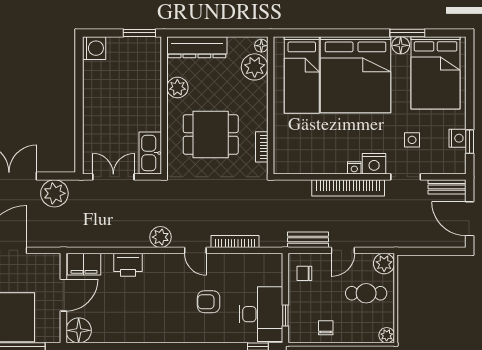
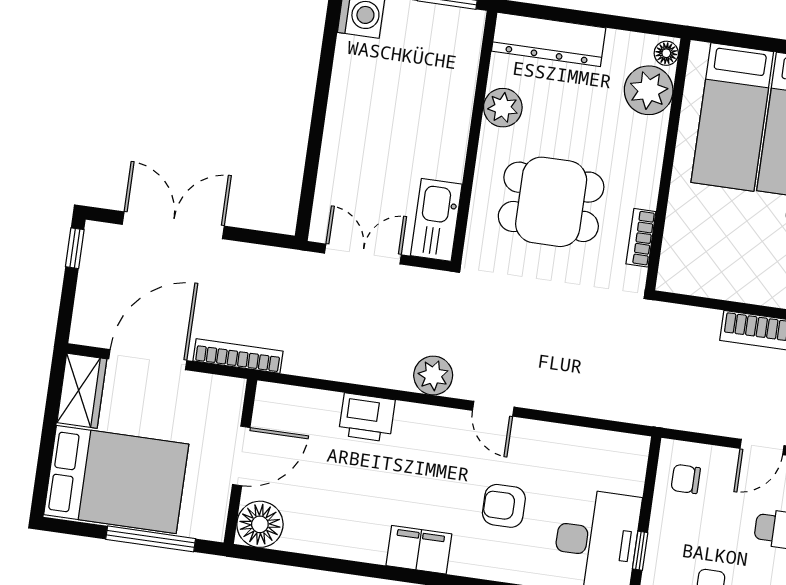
plant: (54, 193) -> (251, 269), removed
bench: (308, 240) -> (701, 419), removed
bookcase: (235, 241) -> (238, 356), moved
filing cabinet: (84, 264) -> (419, 550), moved, turned 180

